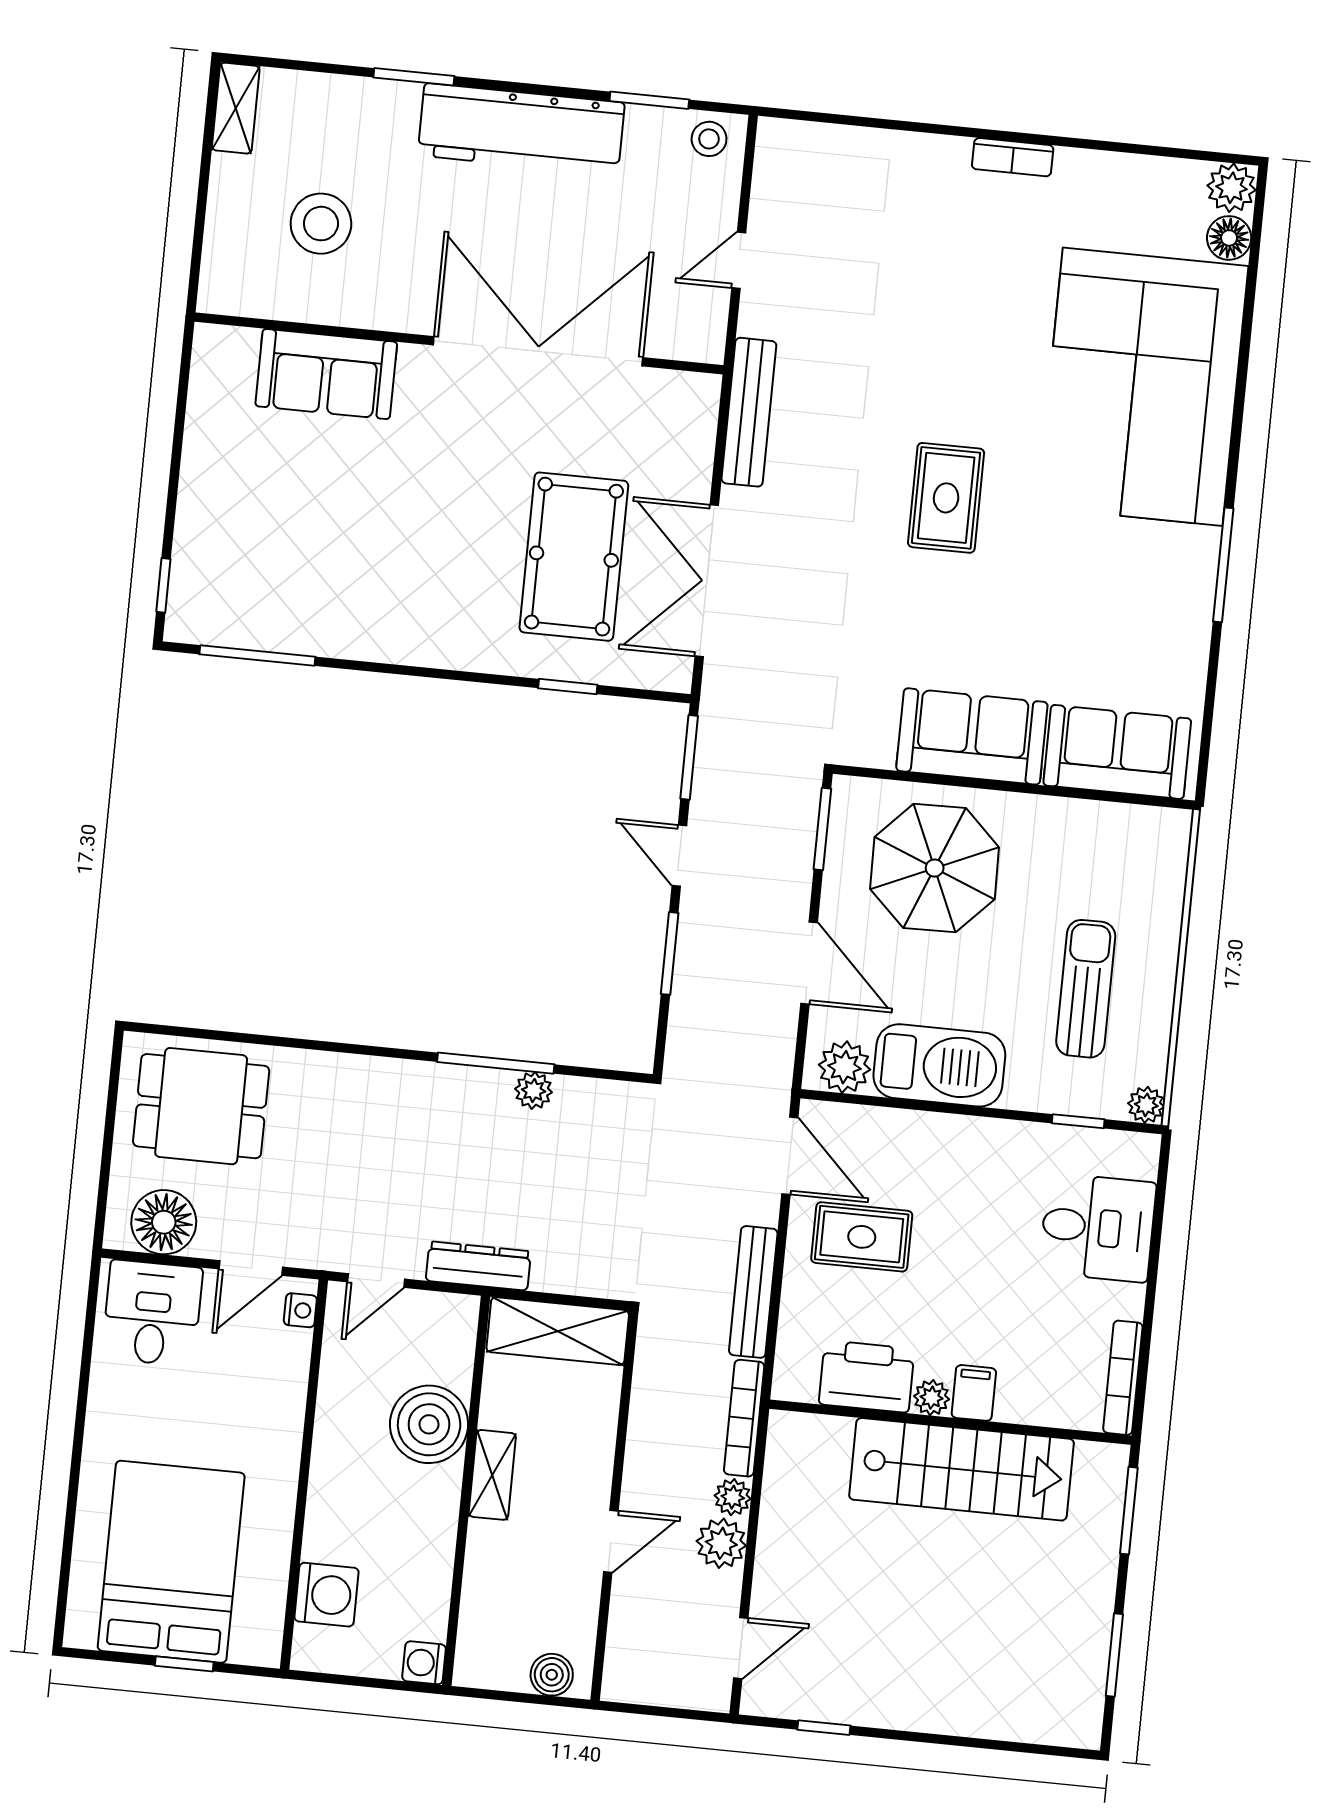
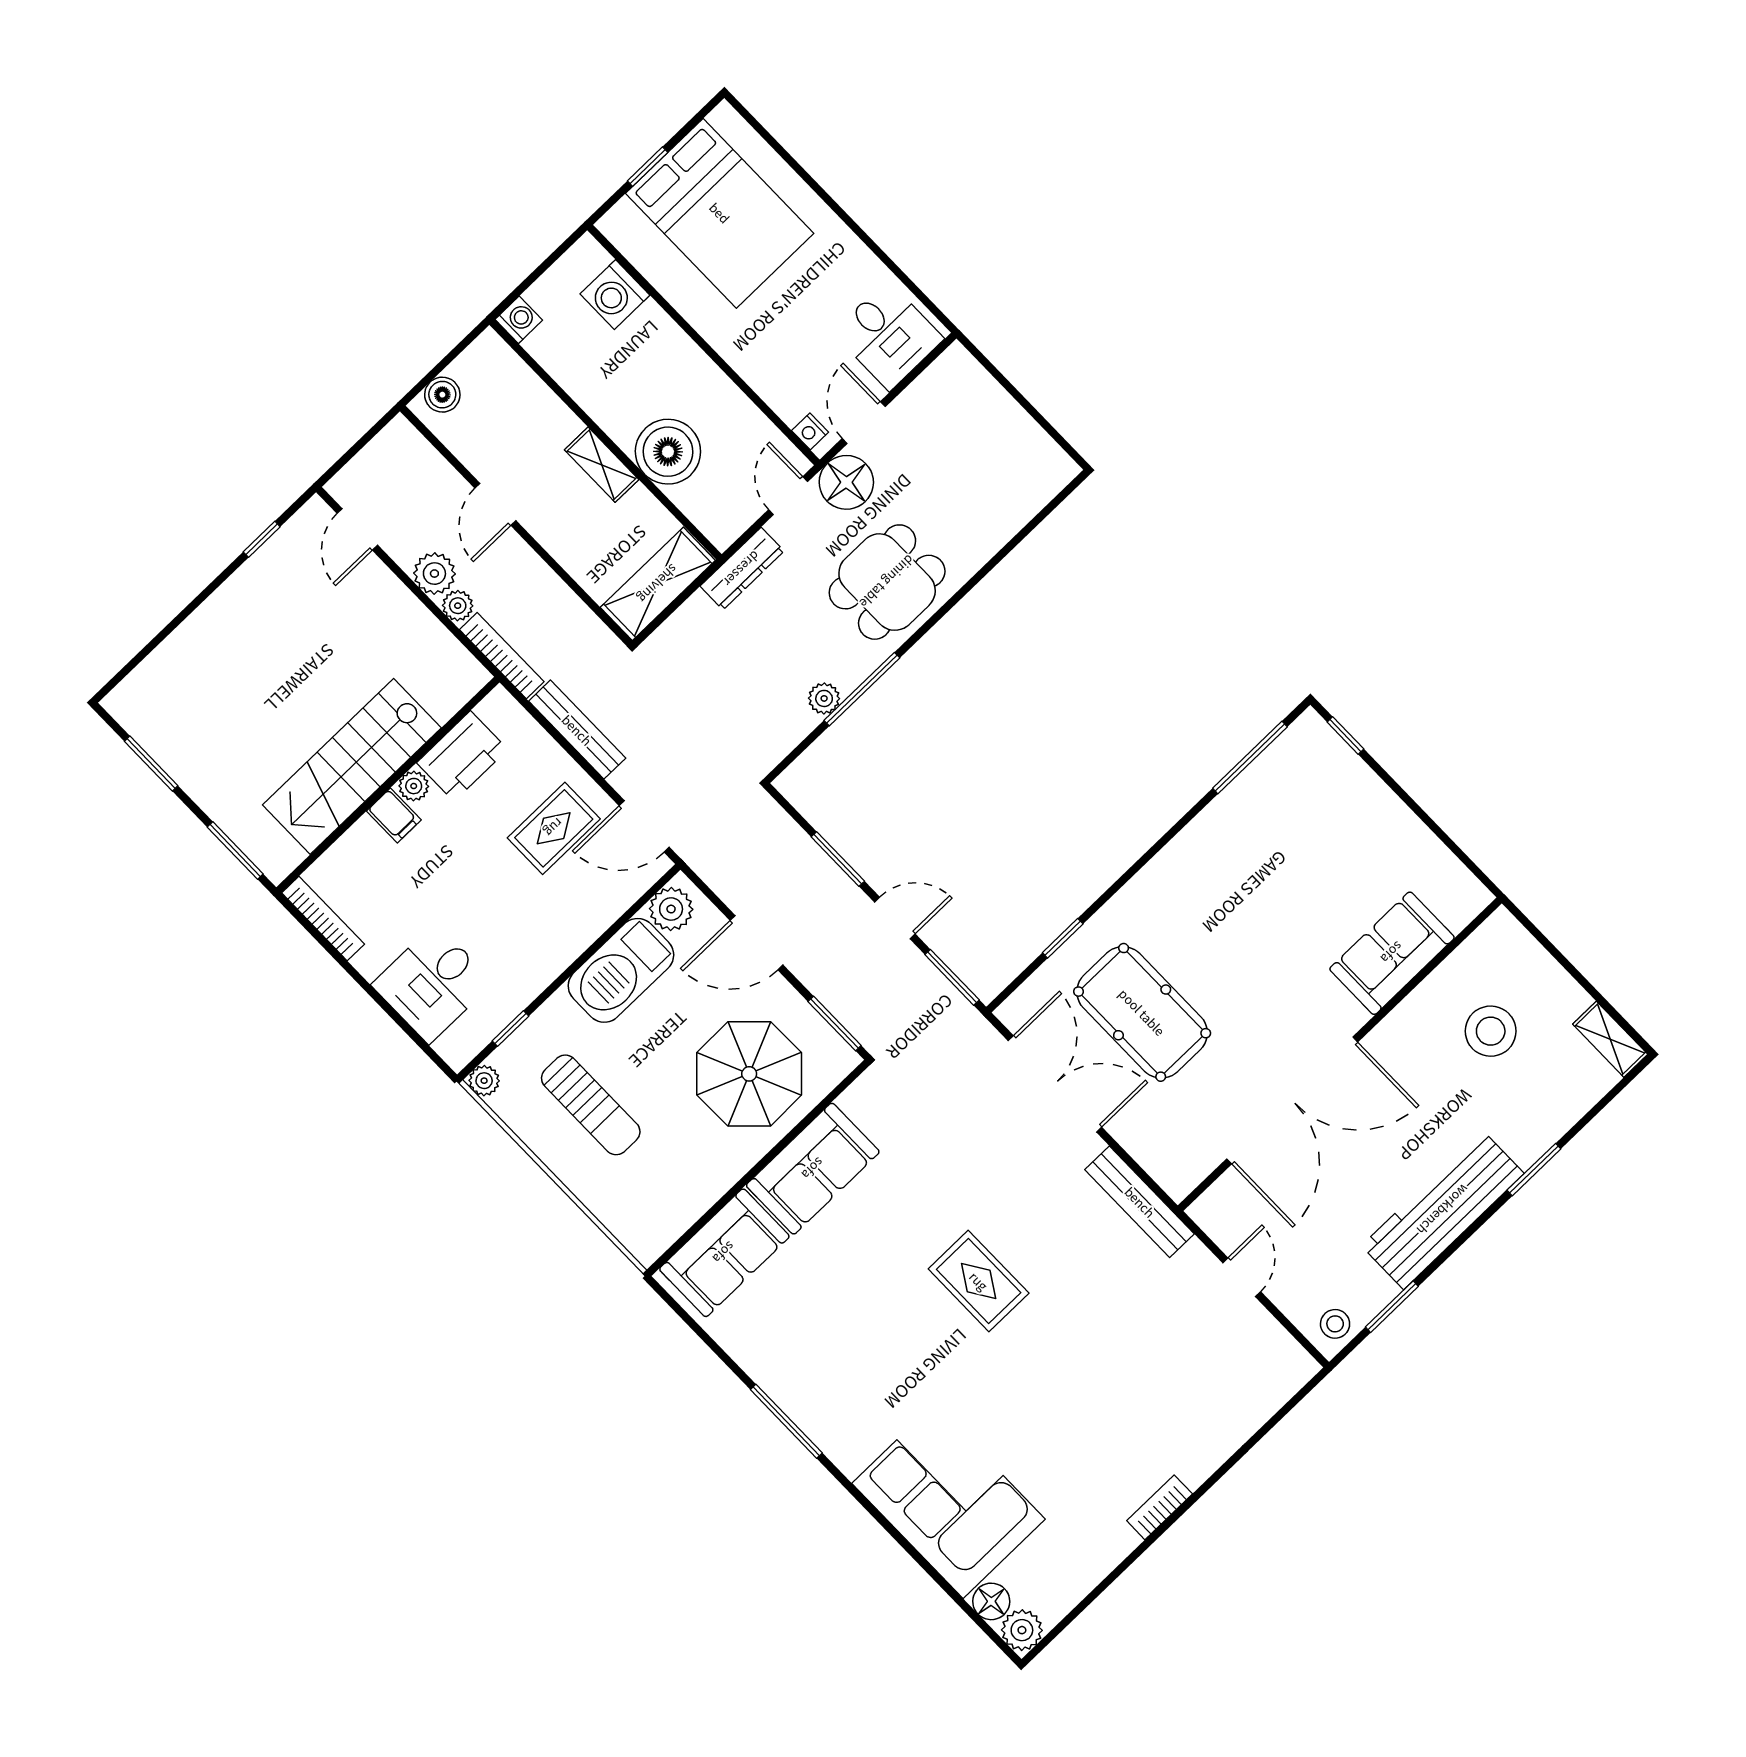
corner sofa: (1143, 387) -> (949, 1501), width x0.73, depth x0.74
dining table: (201, 1106) -> (887, 582), moved
floor lamp: (164, 1222) -> (846, 482), moved

